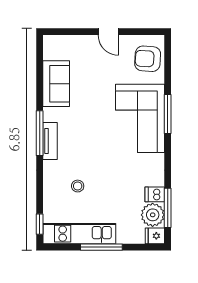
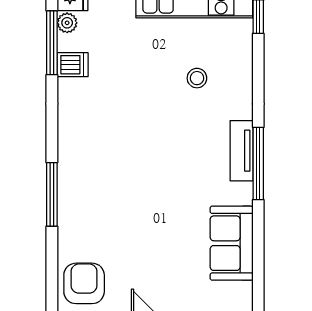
armchair: (148, 59) -> (84, 283), turned -94
corner sofa: (140, 118) -> (96, 187), removed
plant: (153, 215) -> (67, 23), width x0.53, depth x0.53

